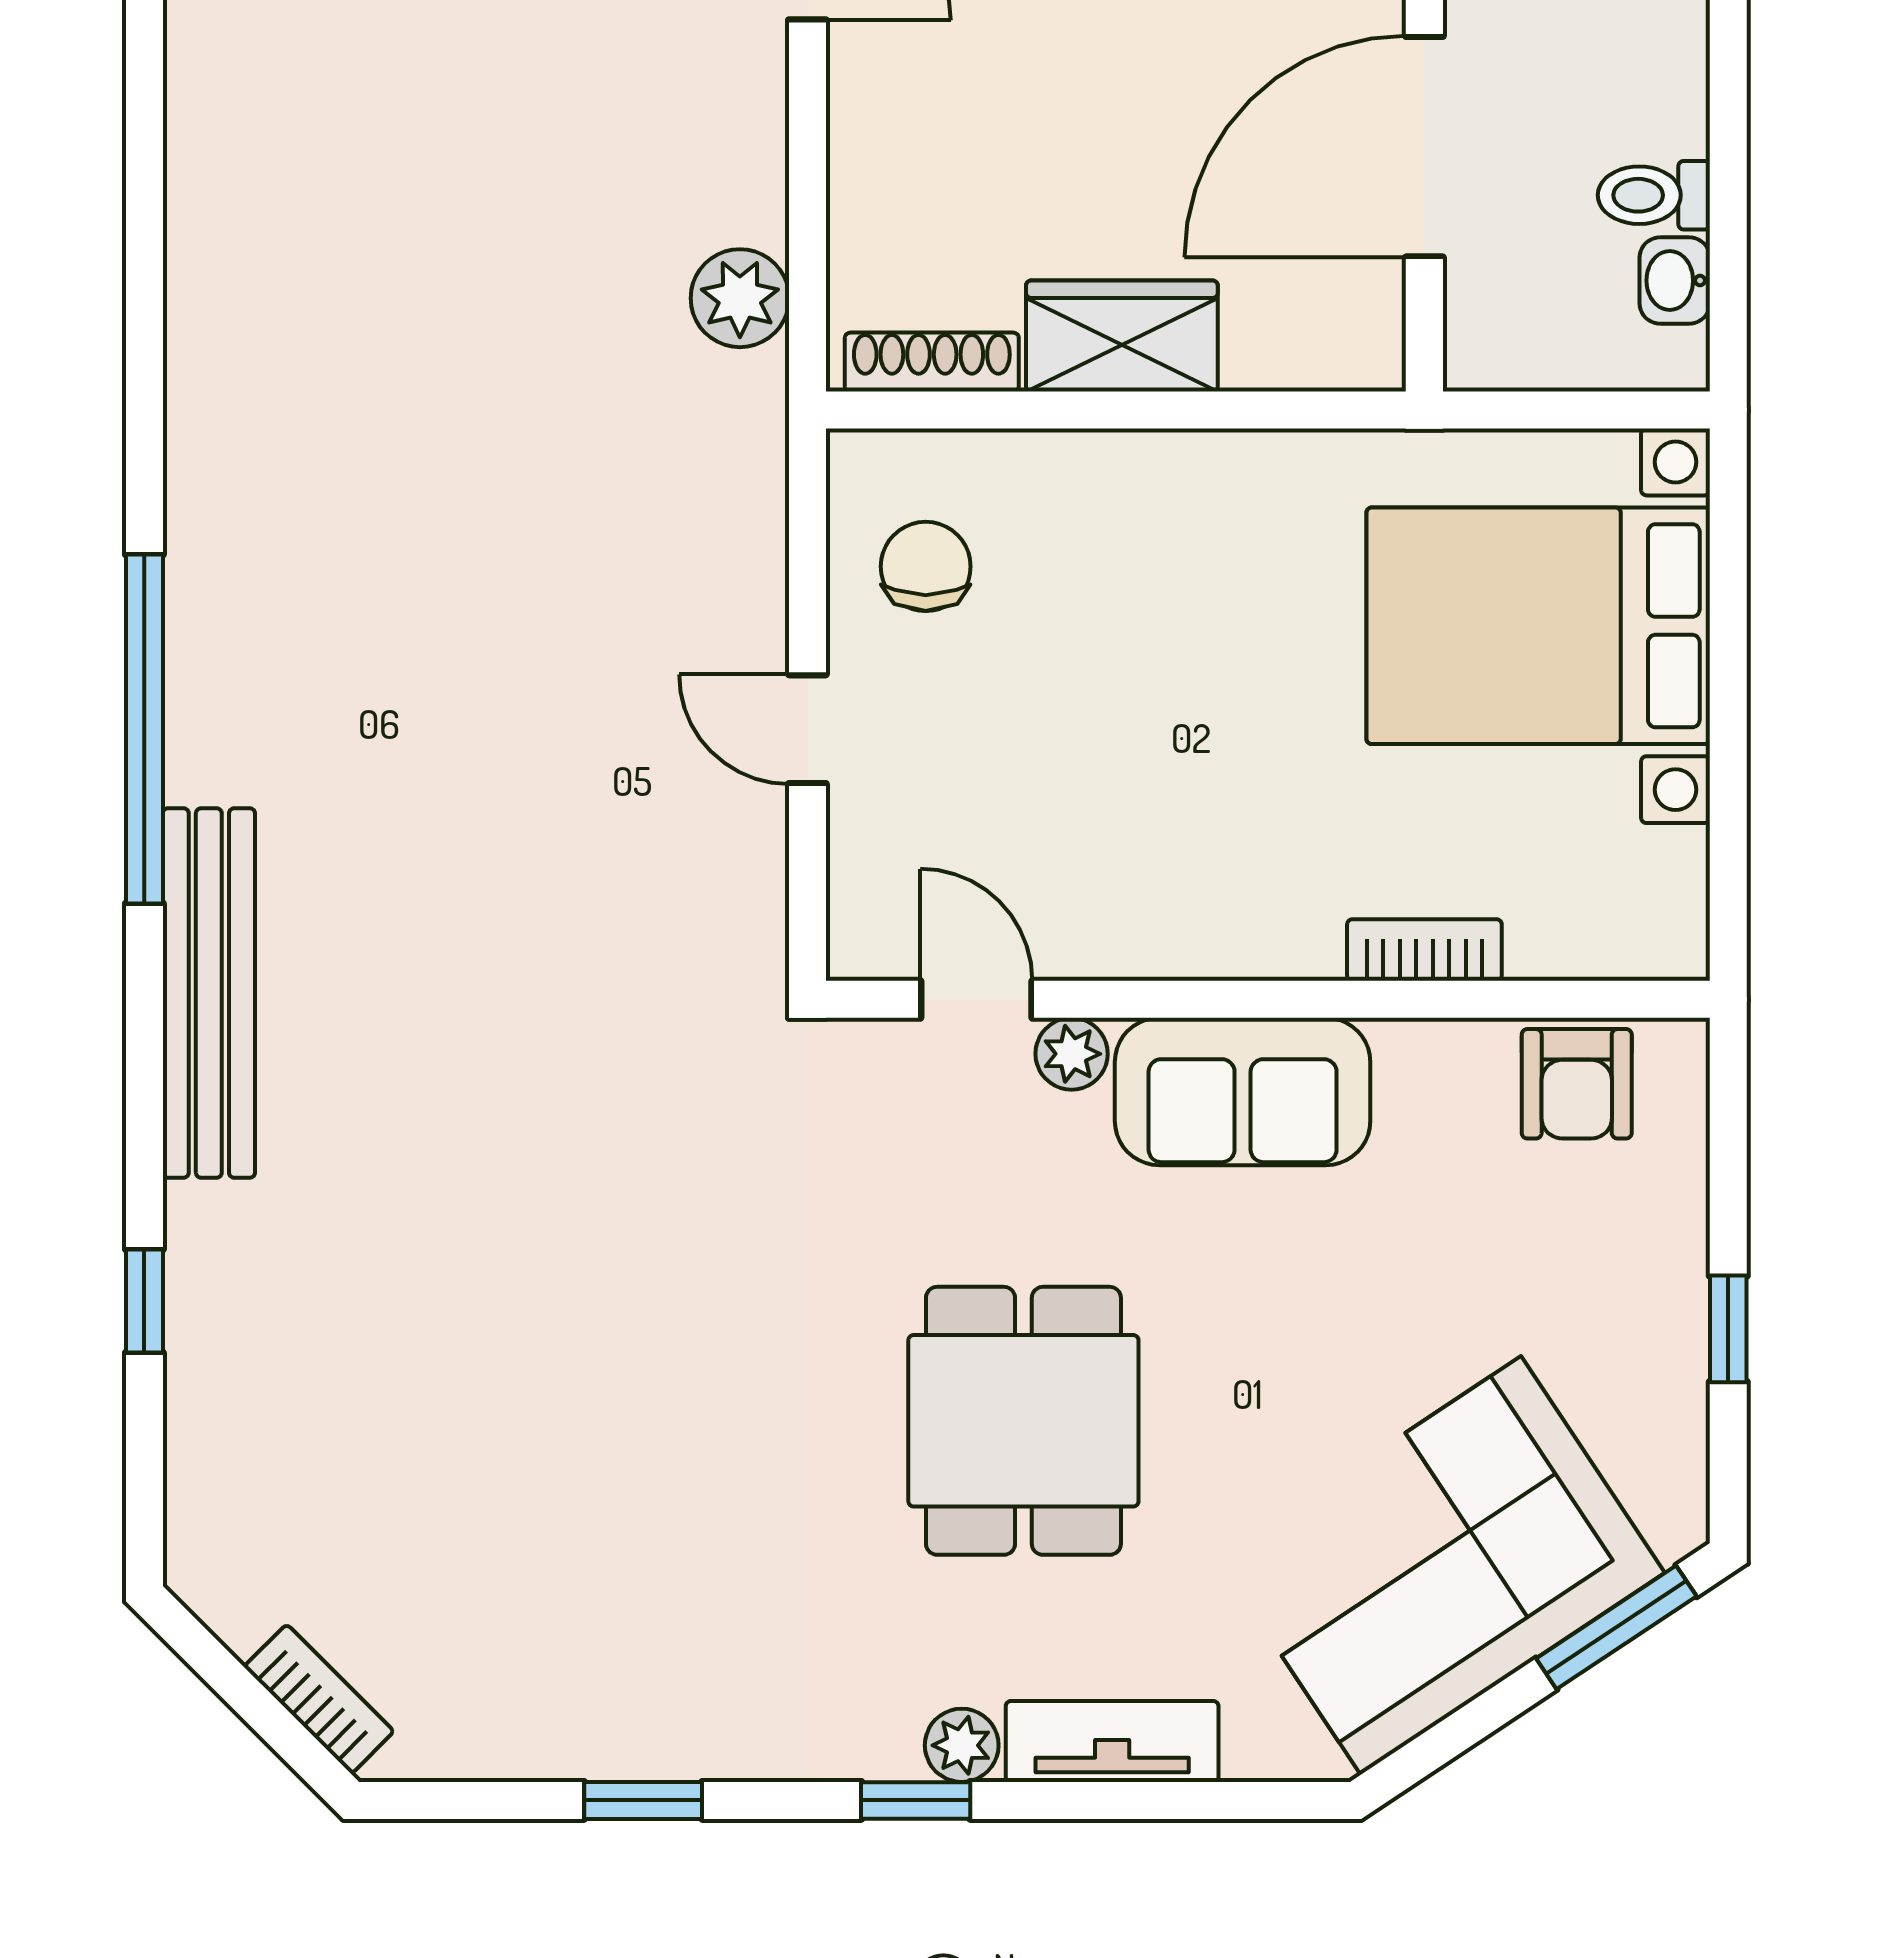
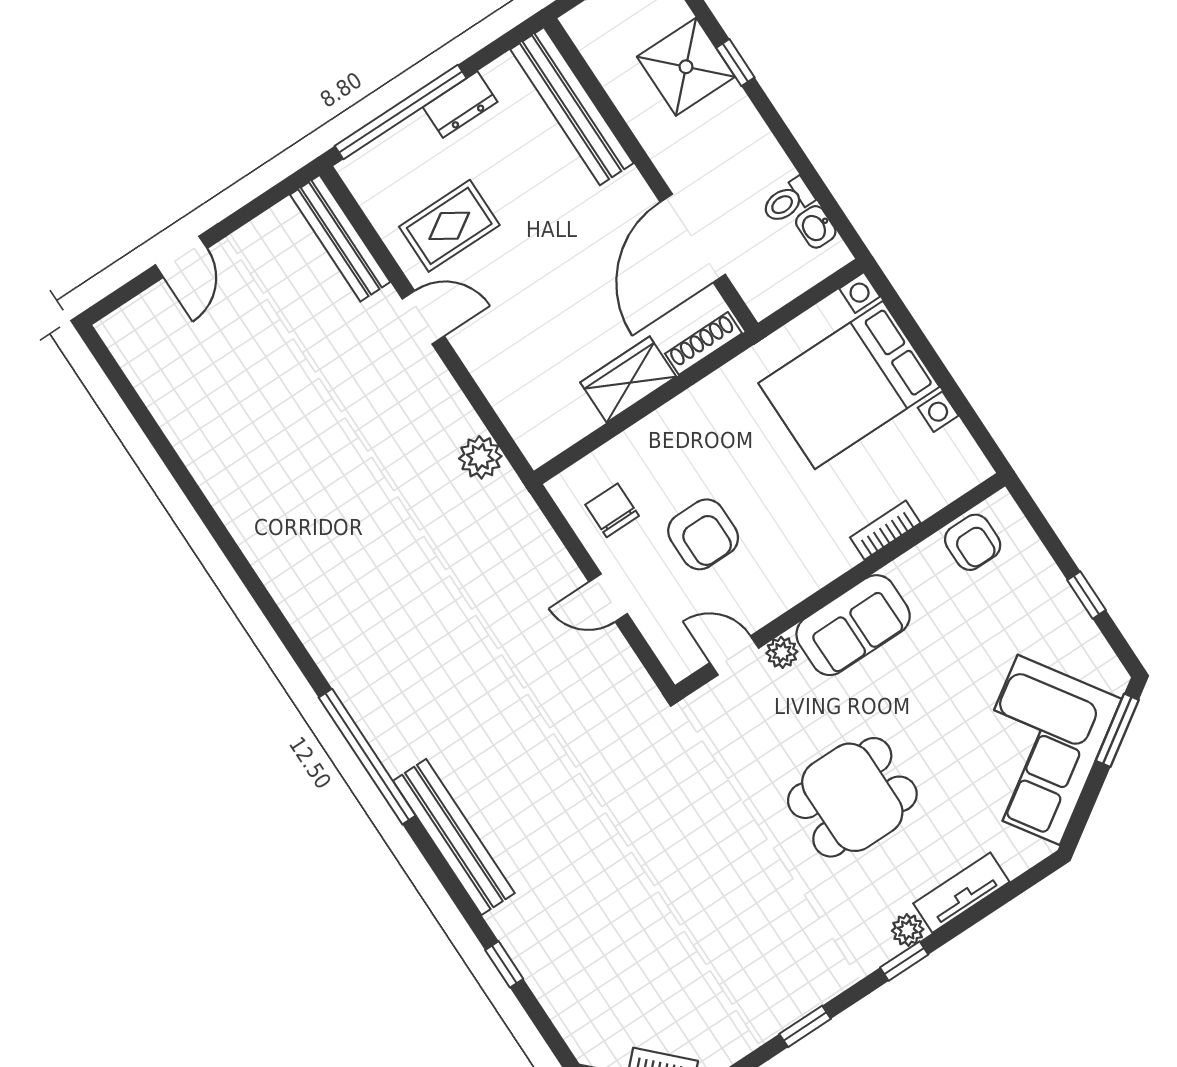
shoe rack: (932, 362) -> (703, 343), moved
armchair: (1070, 728) -> (703, 534), added
dining table: (1023, 1421) -> (852, 797), turned 90

